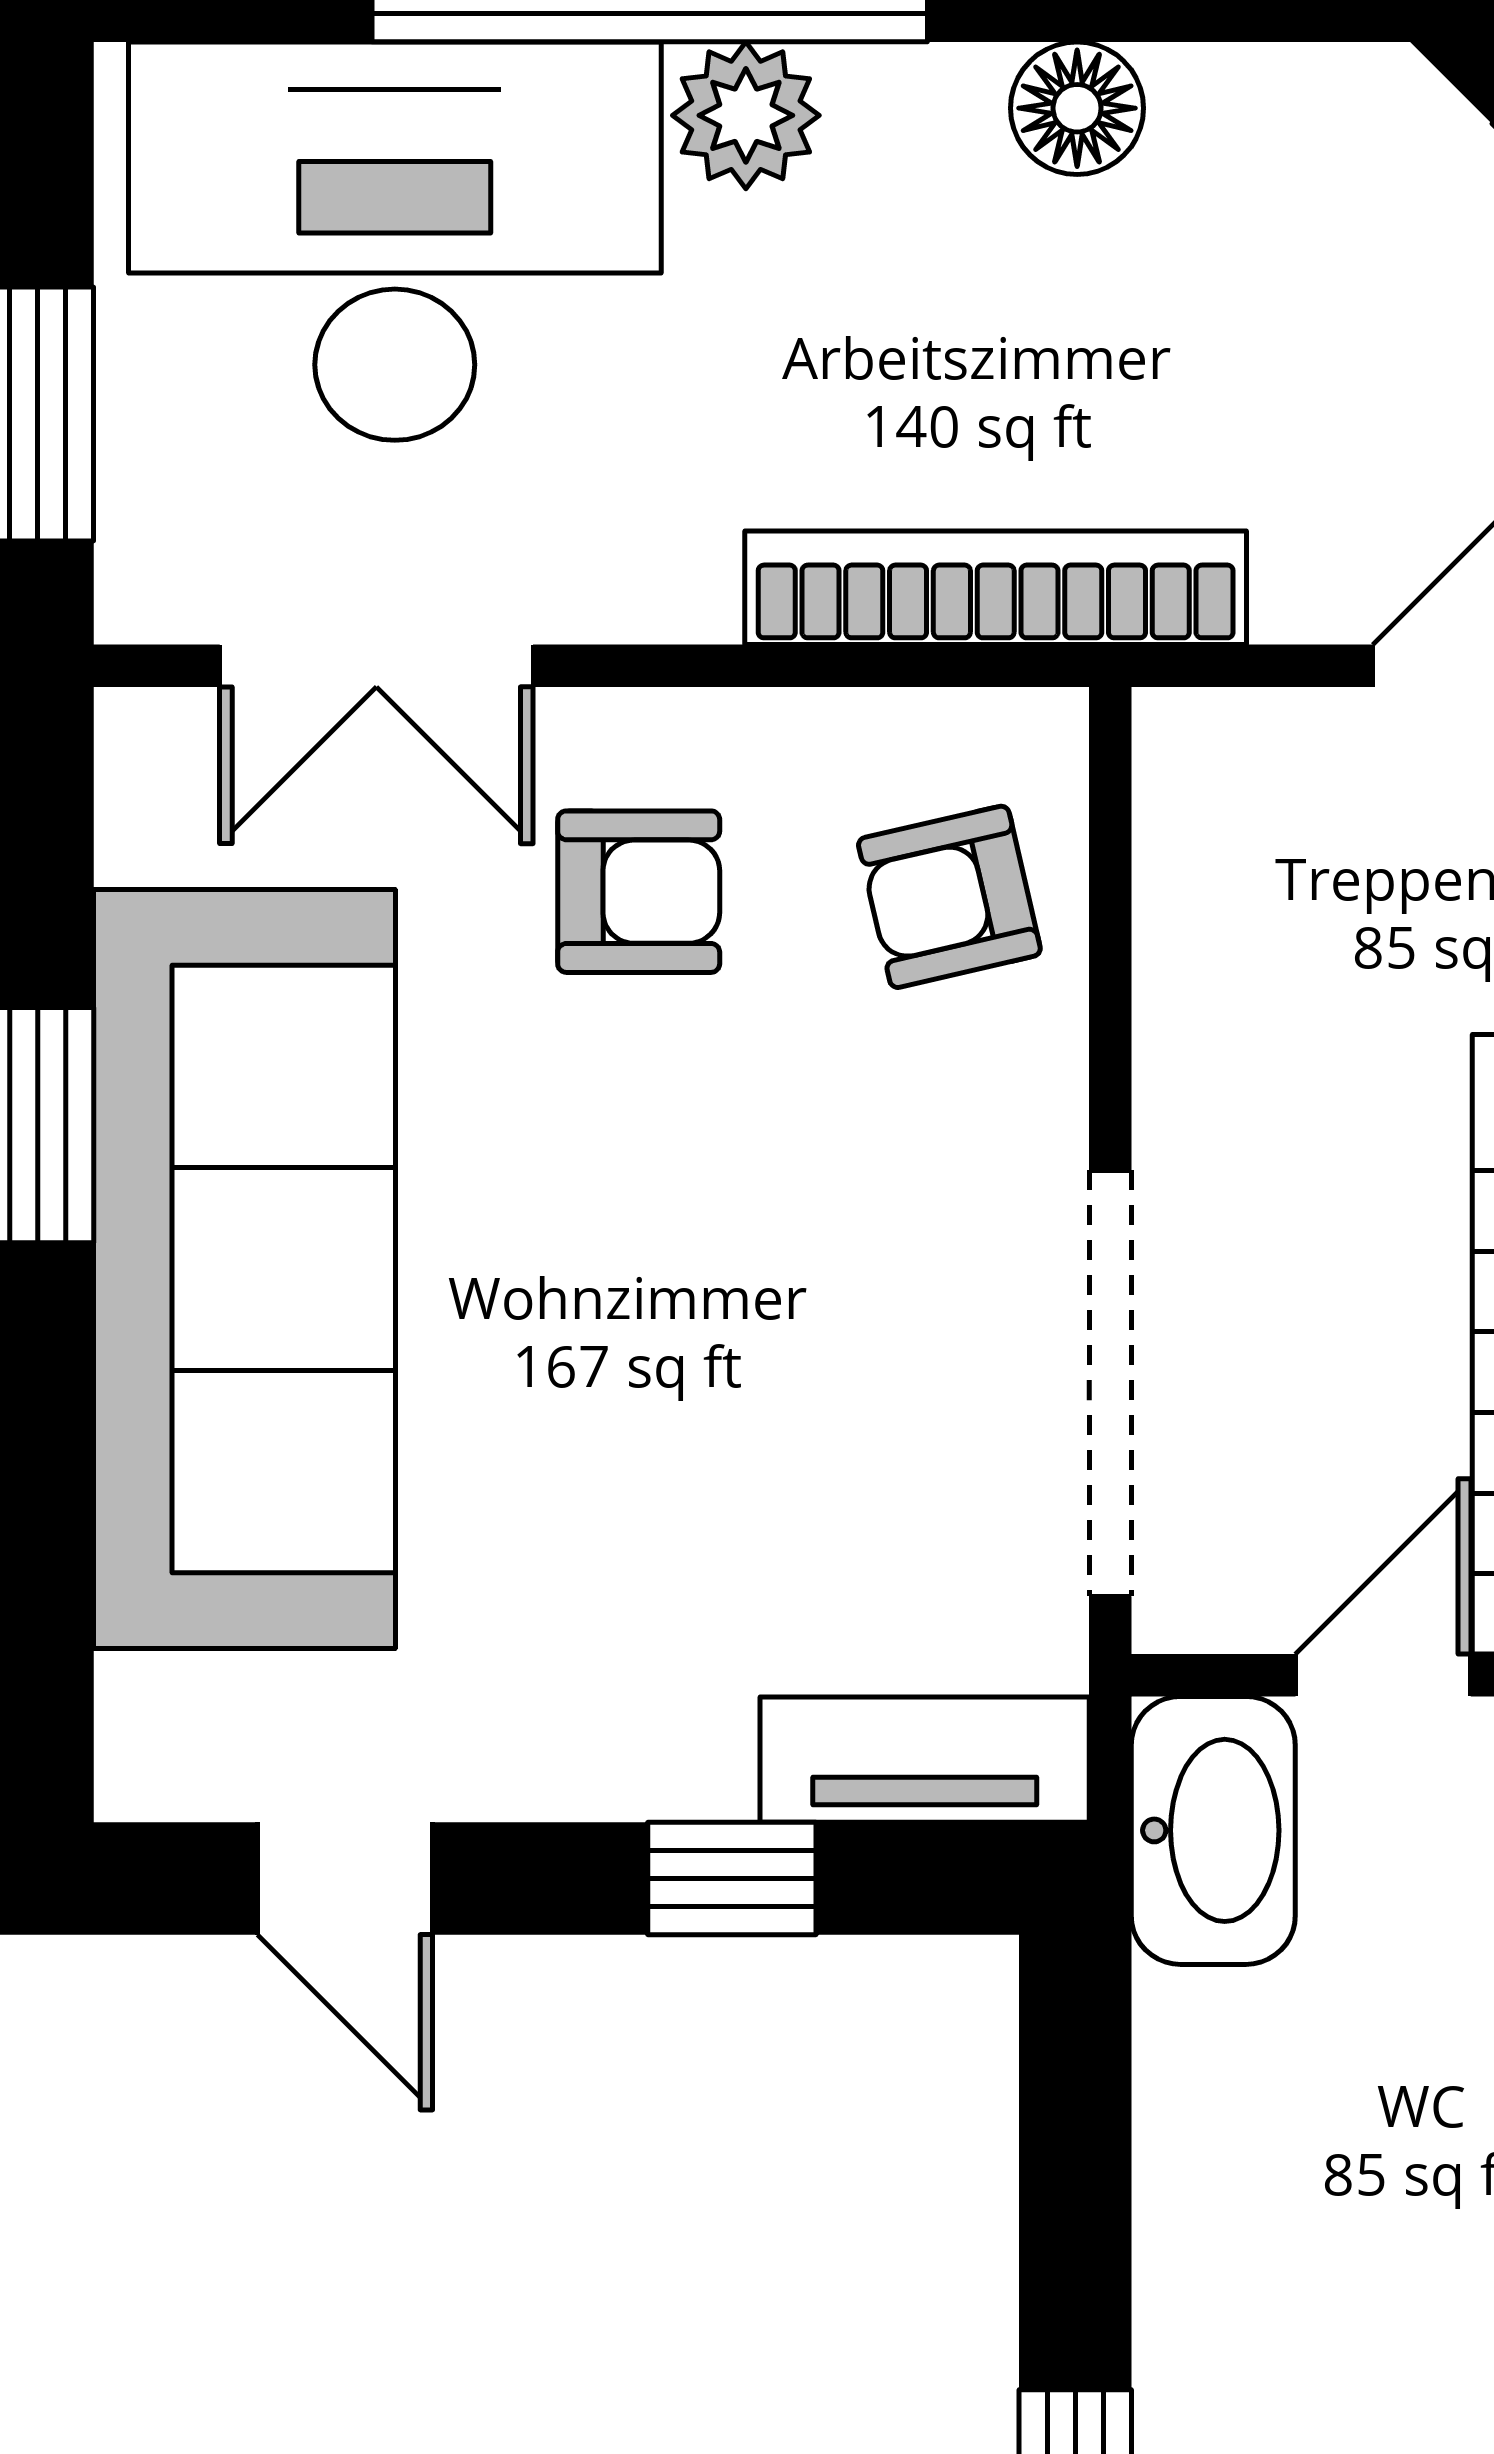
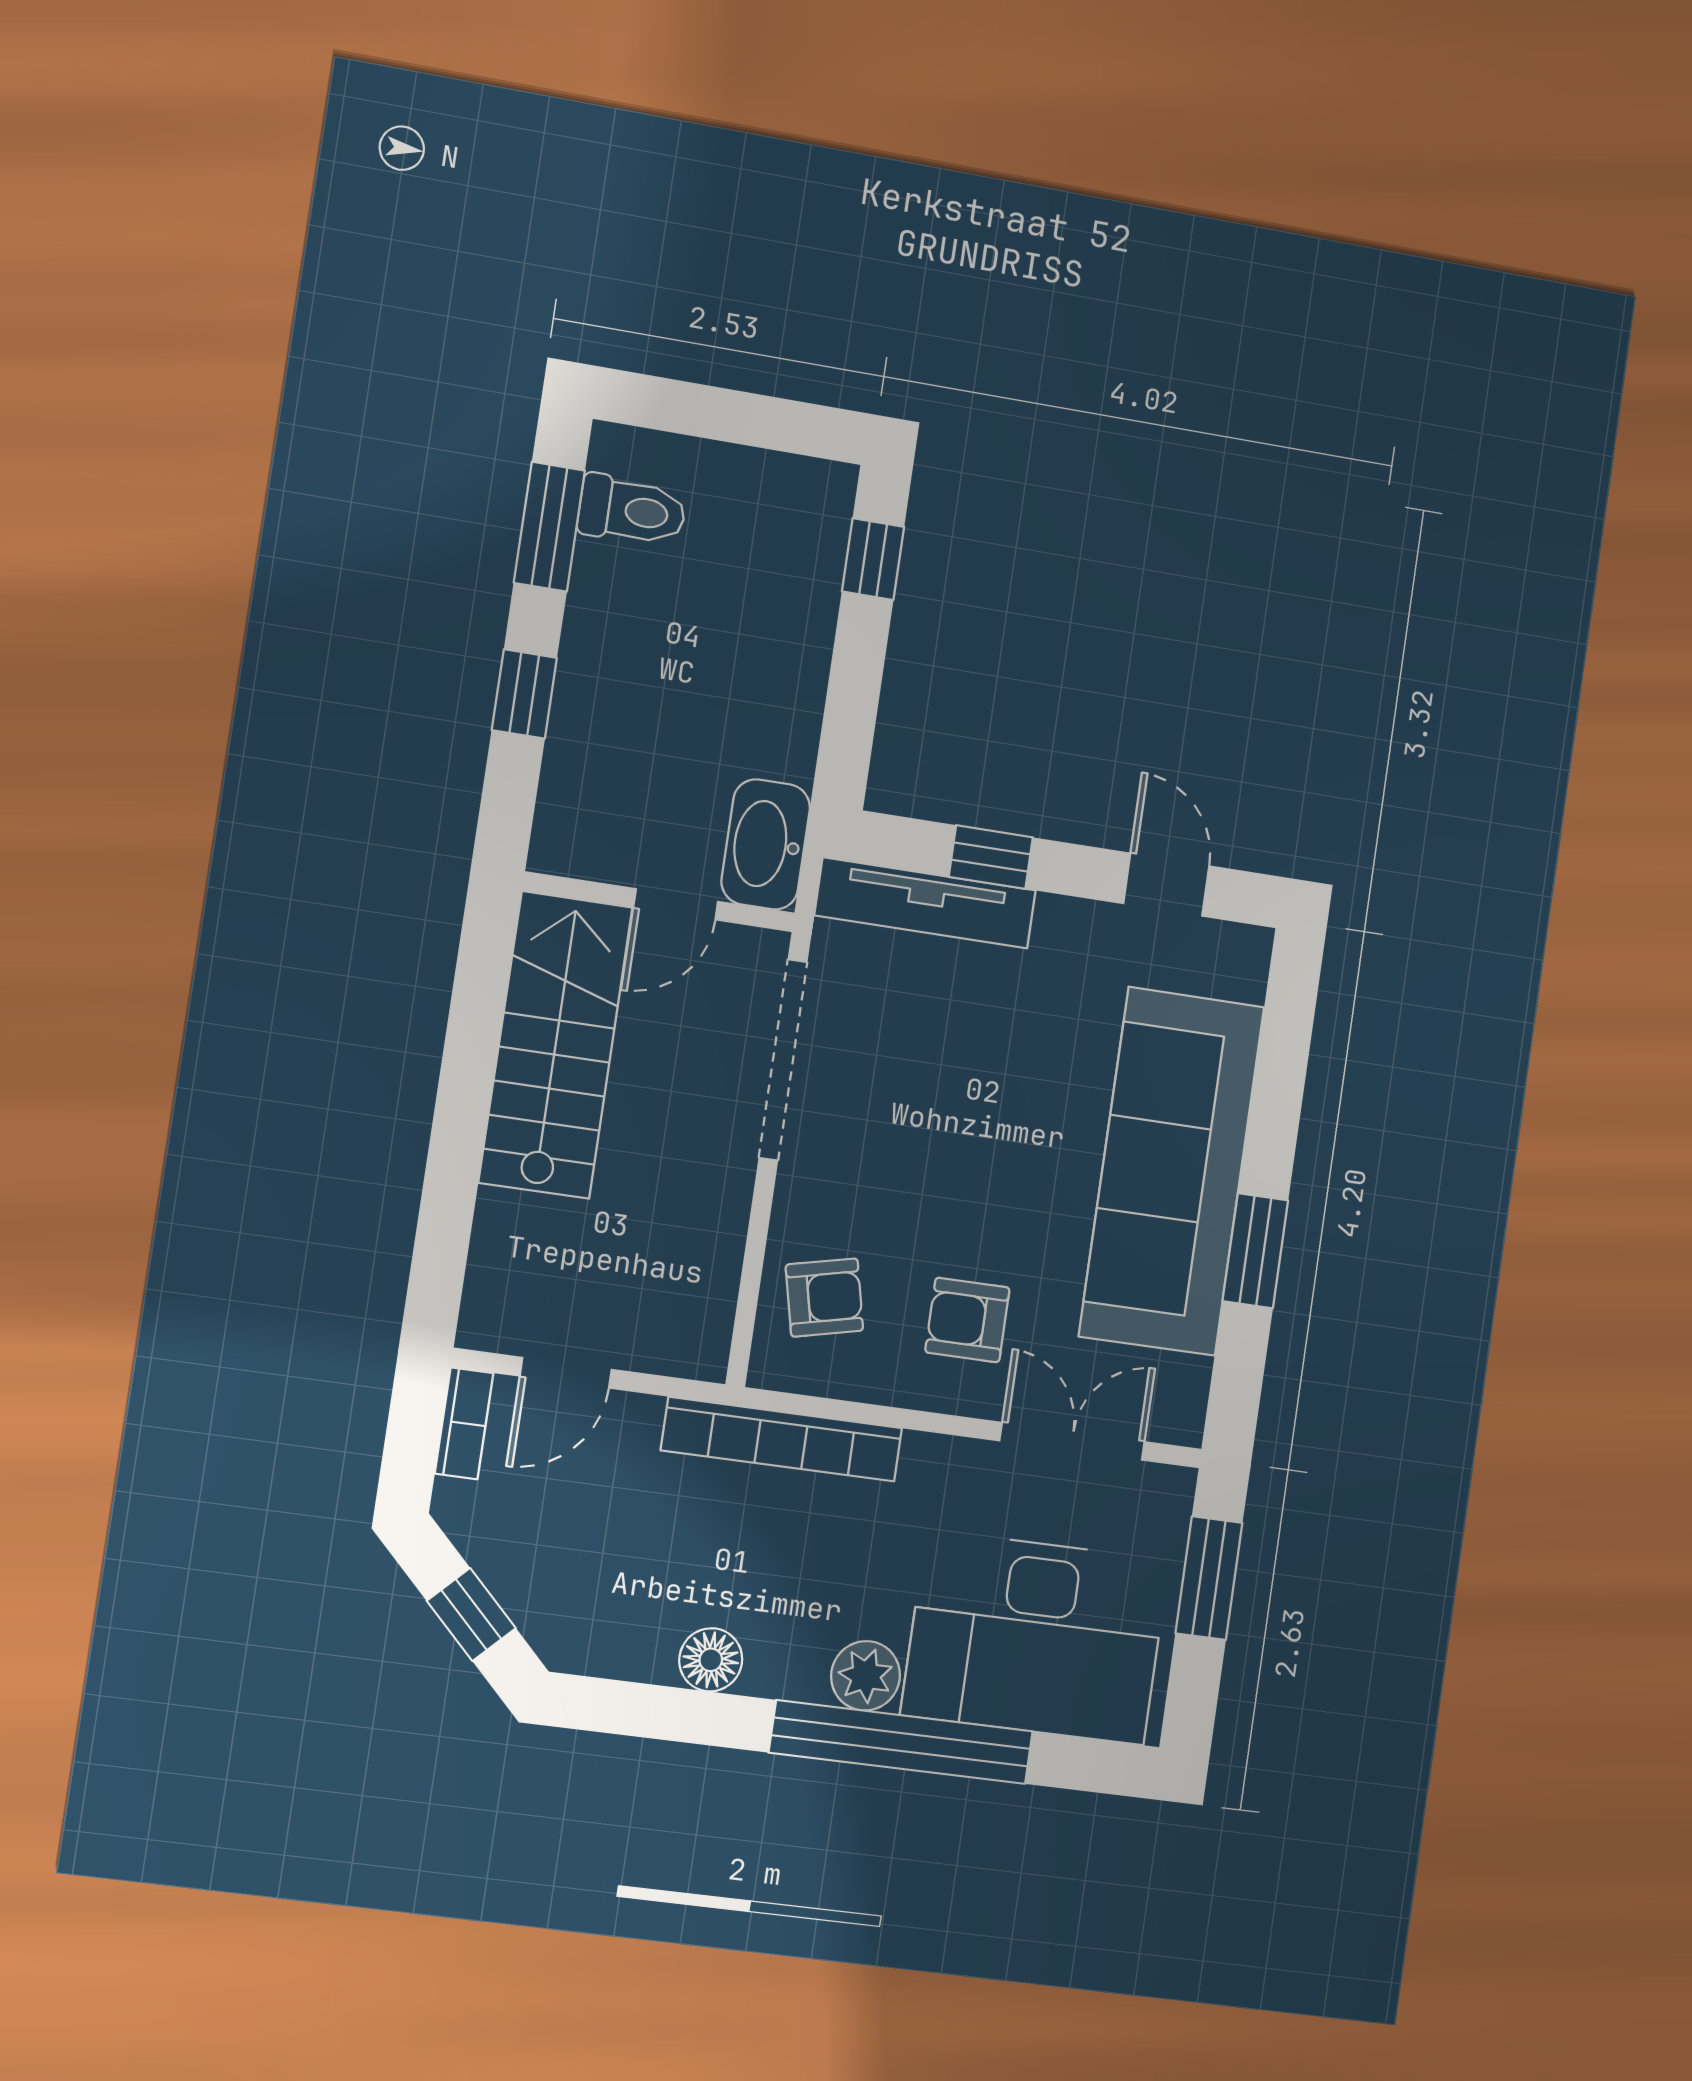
tv unit: (925, 1760) -> (925, 903), width x1.41

